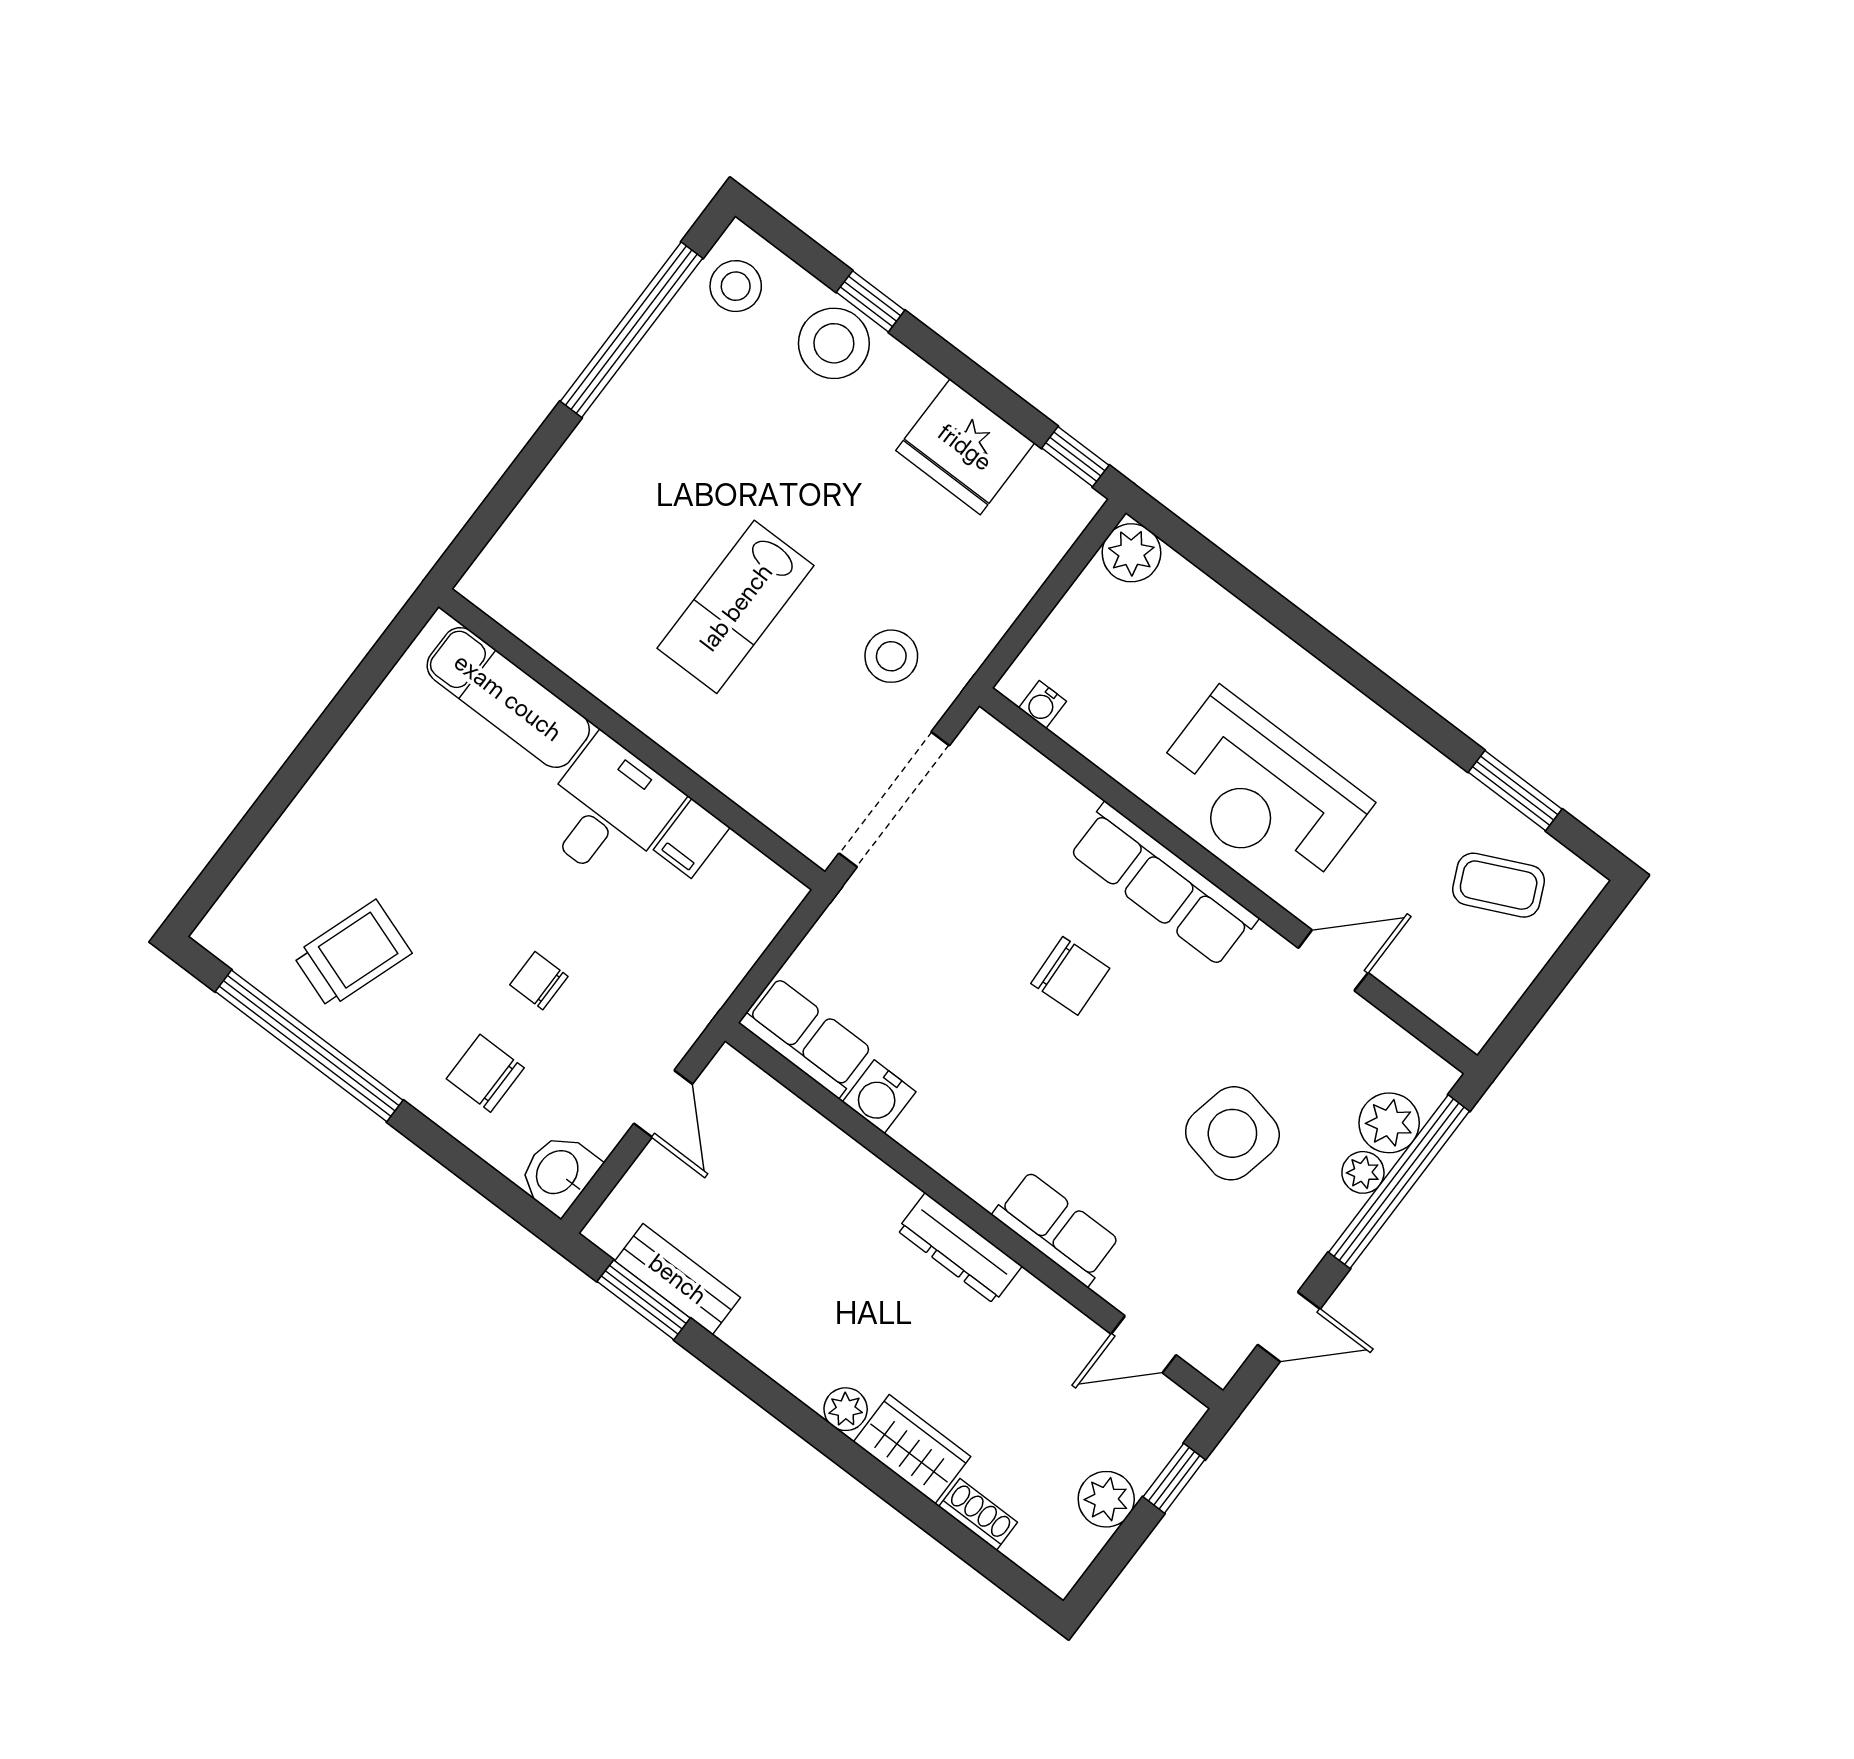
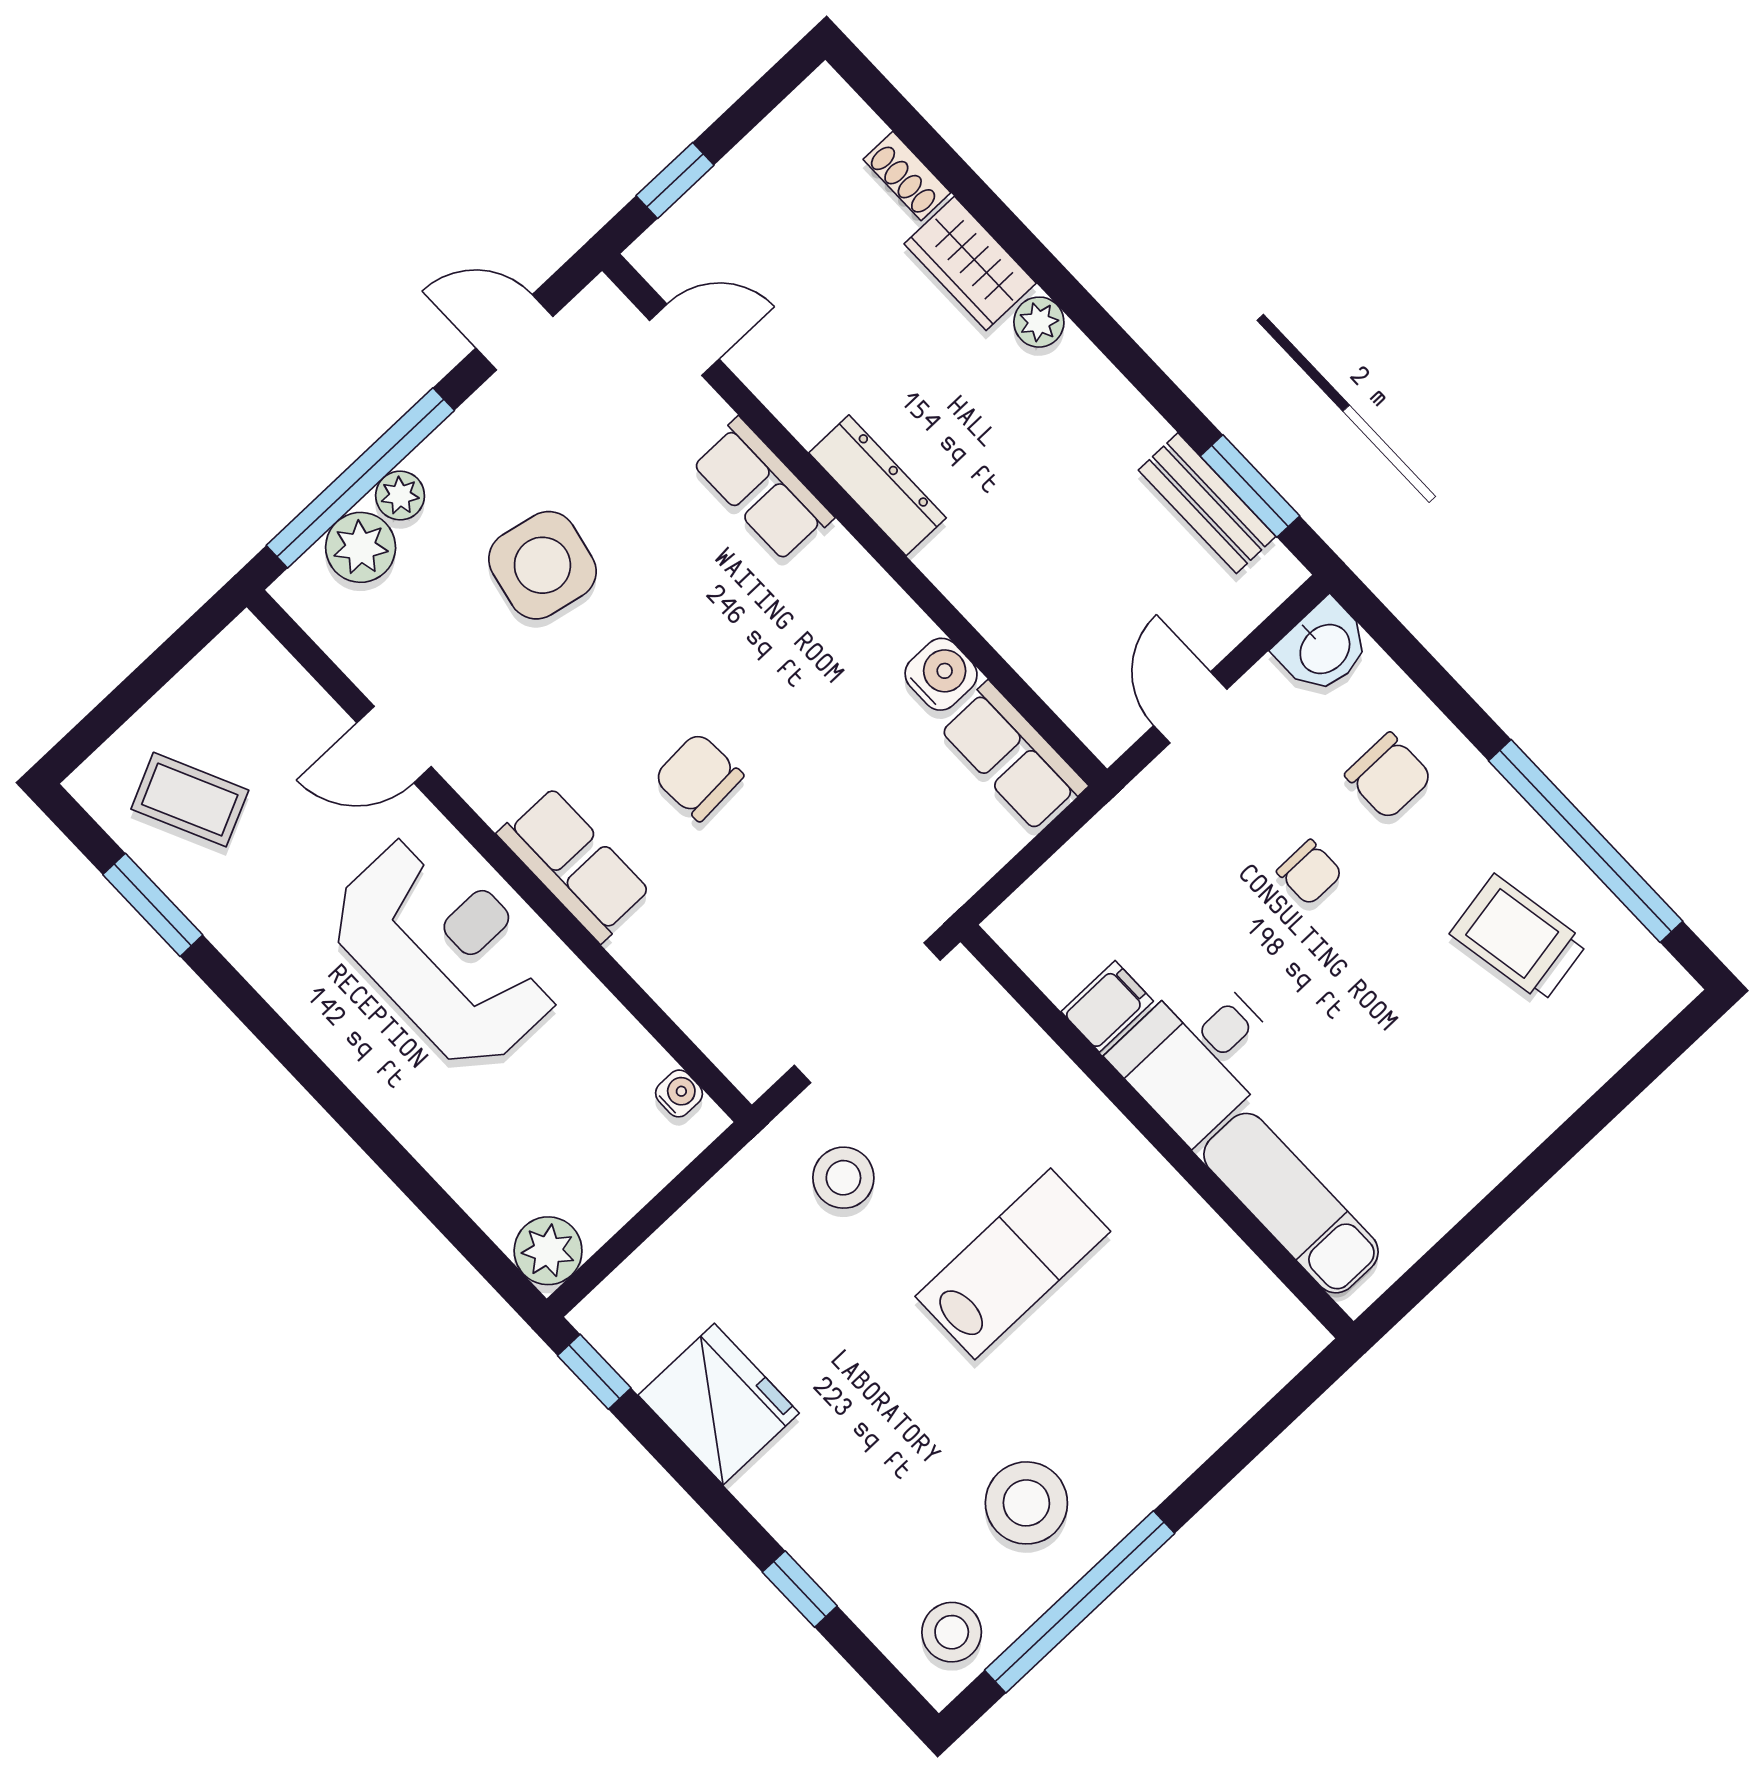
stool: (834, 343) -> (1026, 1503), moved
row of seats: (1163, 884) -> (575, 864), width x0.68
trolley: (352, 954) -> (1519, 938), turned 61
plant: (1106, 1499) -> (757, 169), removed

